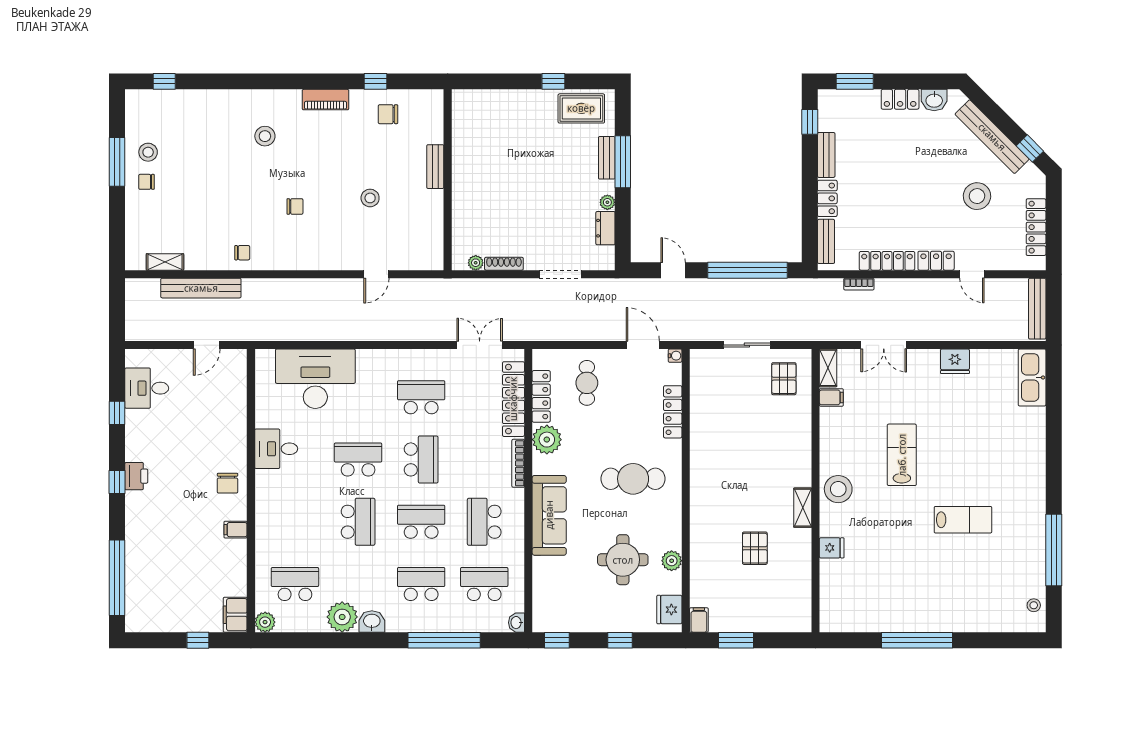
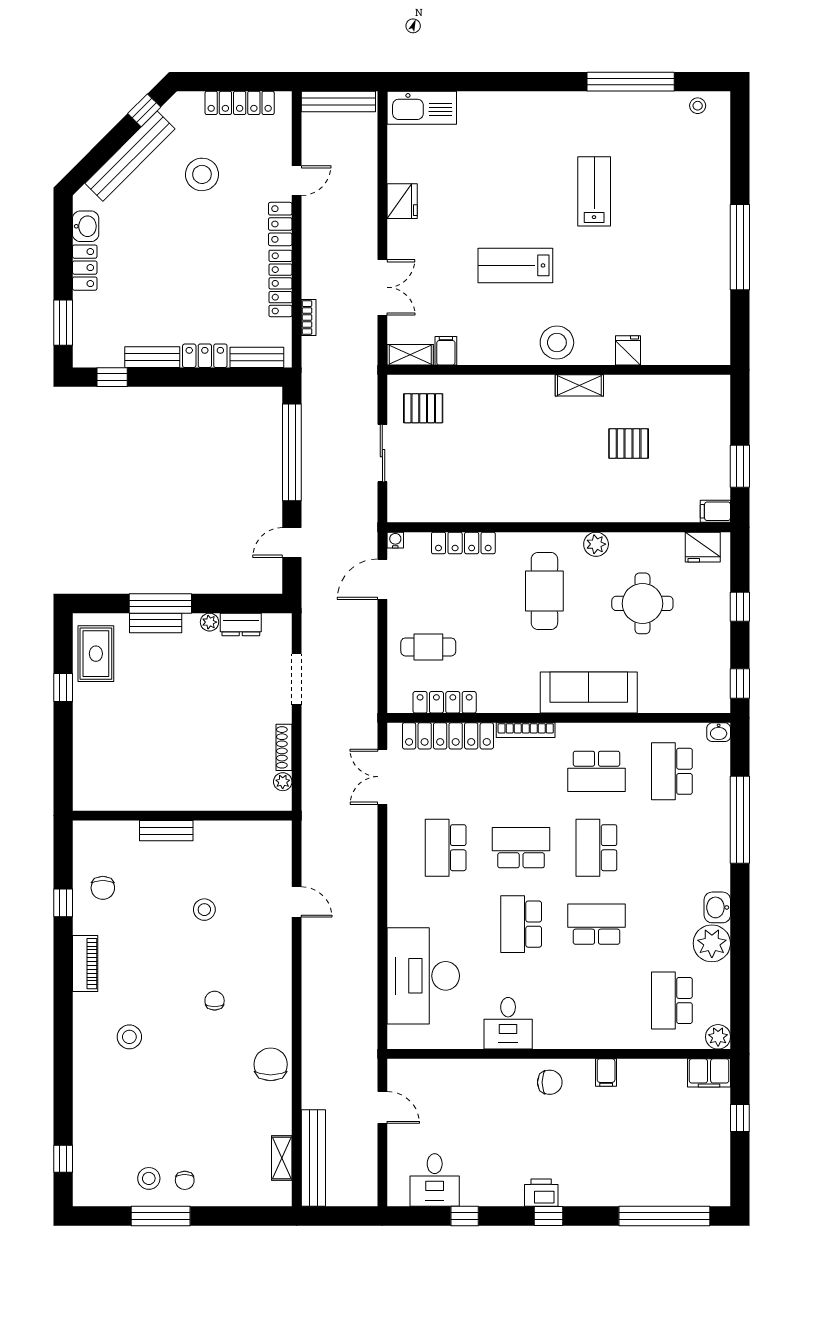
chair: (242, 253) -> (271, 1064), width x1.87, depth x1.87
bench: (201, 288) -> (313, 1158), moved
plant: (547, 440) -> (497, 695), removed
plant: (672, 561) -> (596, 544), moved
school desk: (421, 584) -> (672, 848), removed

